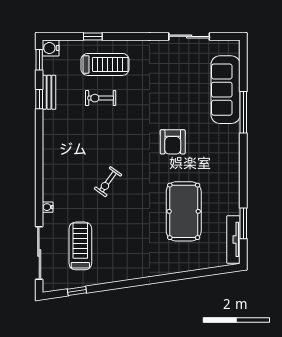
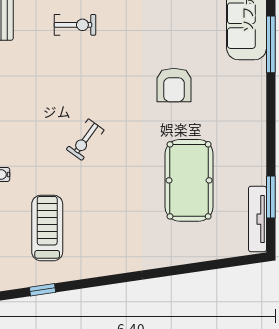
exercise bike: (101, 98) -> (75, 25), turned 180

